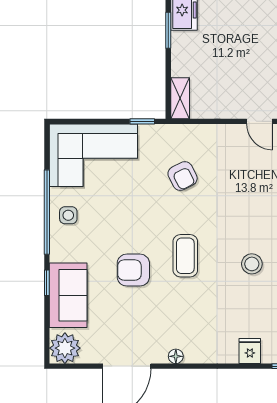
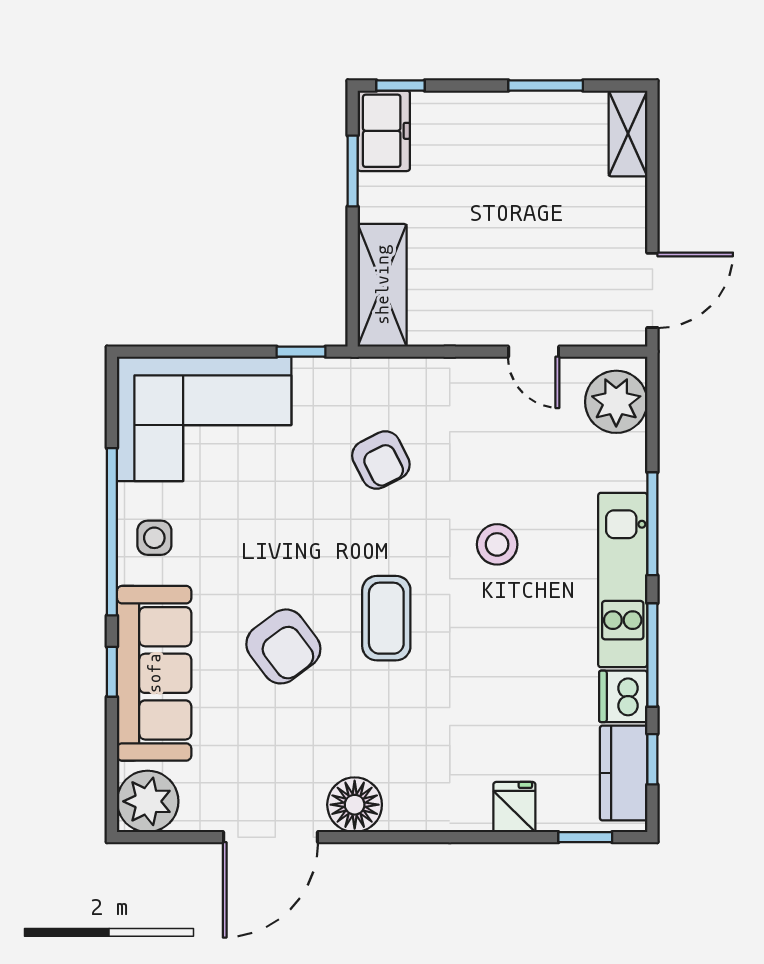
shelving: (180, 98) -> (382, 285), width x1.50, depth x1.33
stool: (252, 264) -> (497, 544), moved
armchair: (133, 270) -> (283, 646), turned -127
sofa: (68, 295) -> (154, 673), width x1.36
floor lamp: (176, 356) -> (355, 805), width x1.89, depth x1.89

